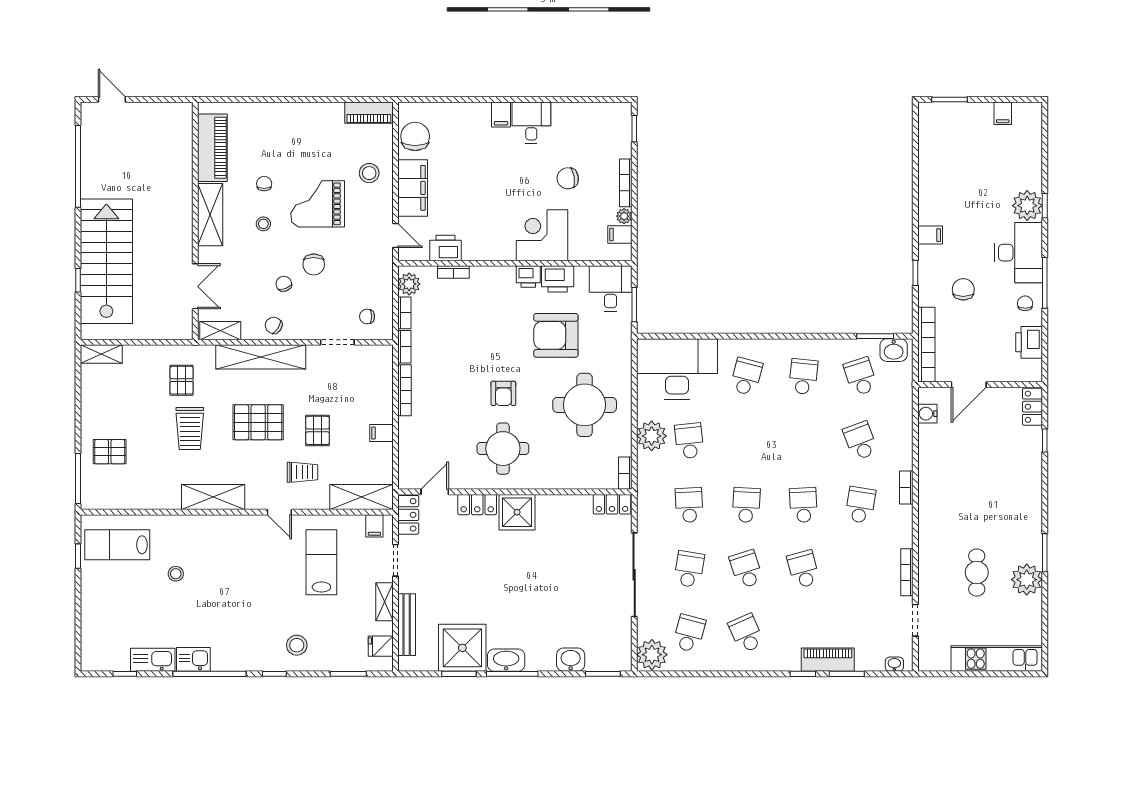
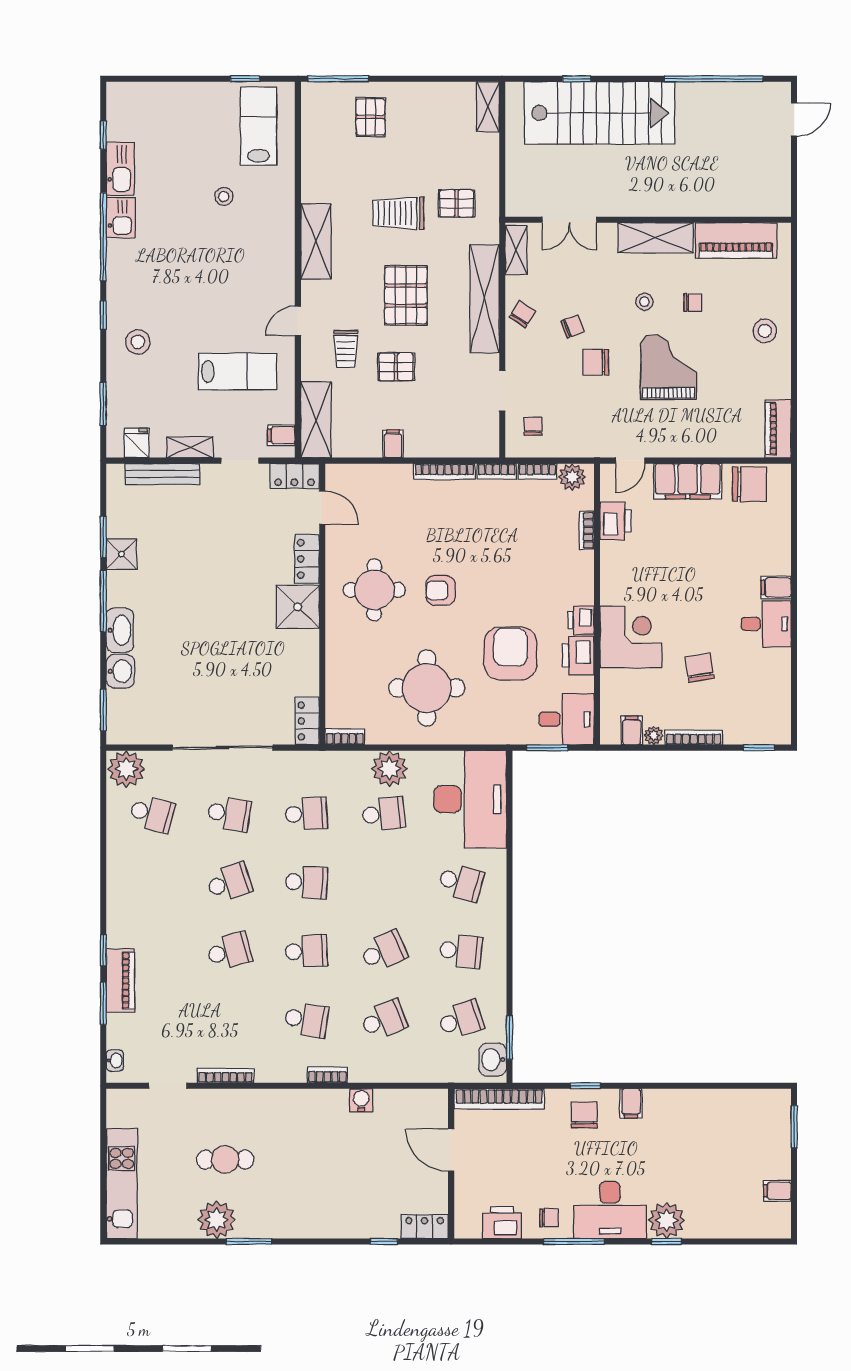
stool: (369, 173) -> (765, 331), moved
chair: (963, 289) -> (584, 1115), moved, turned -90
water cooler: (927, 414) -> (361, 1100), moved
school desk: (746, 633) -> (384, 951), moved
shower: (462, 648) -> (121, 554), width x0.54, depth x0.54
washbasin: (506, 660) -> (120, 630), moved

